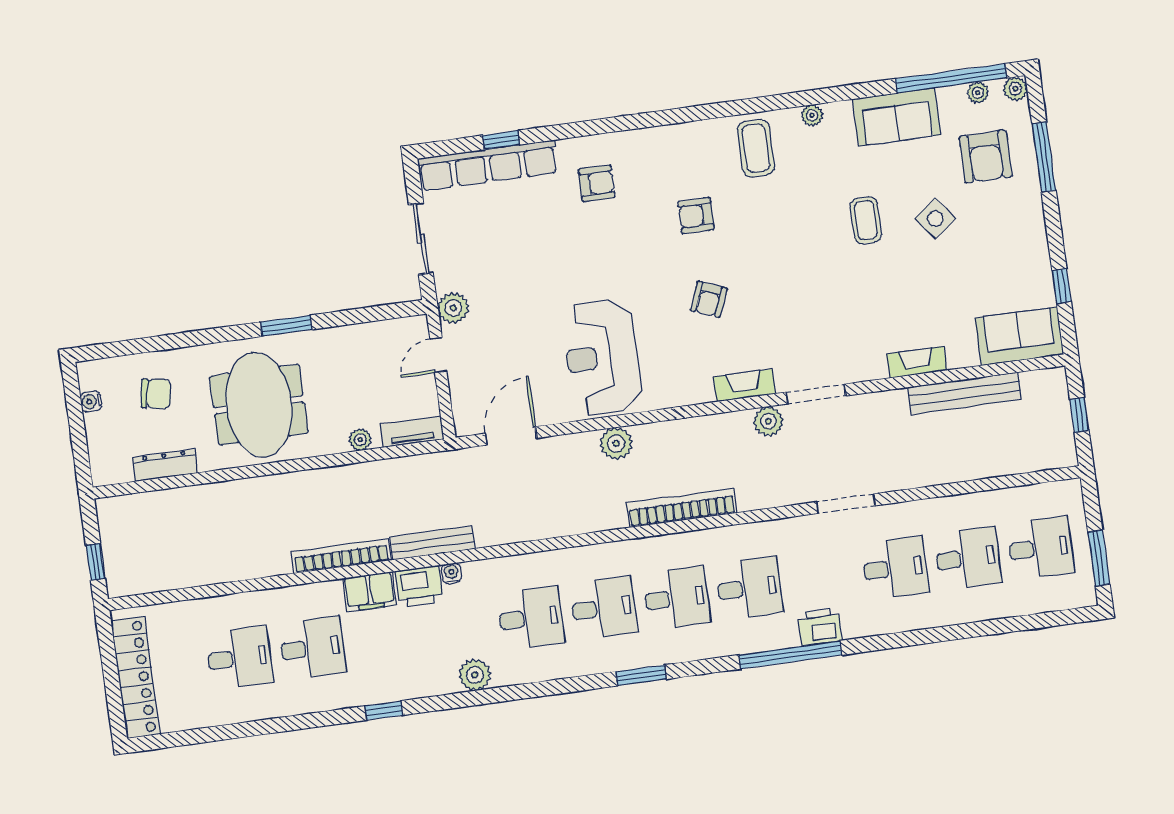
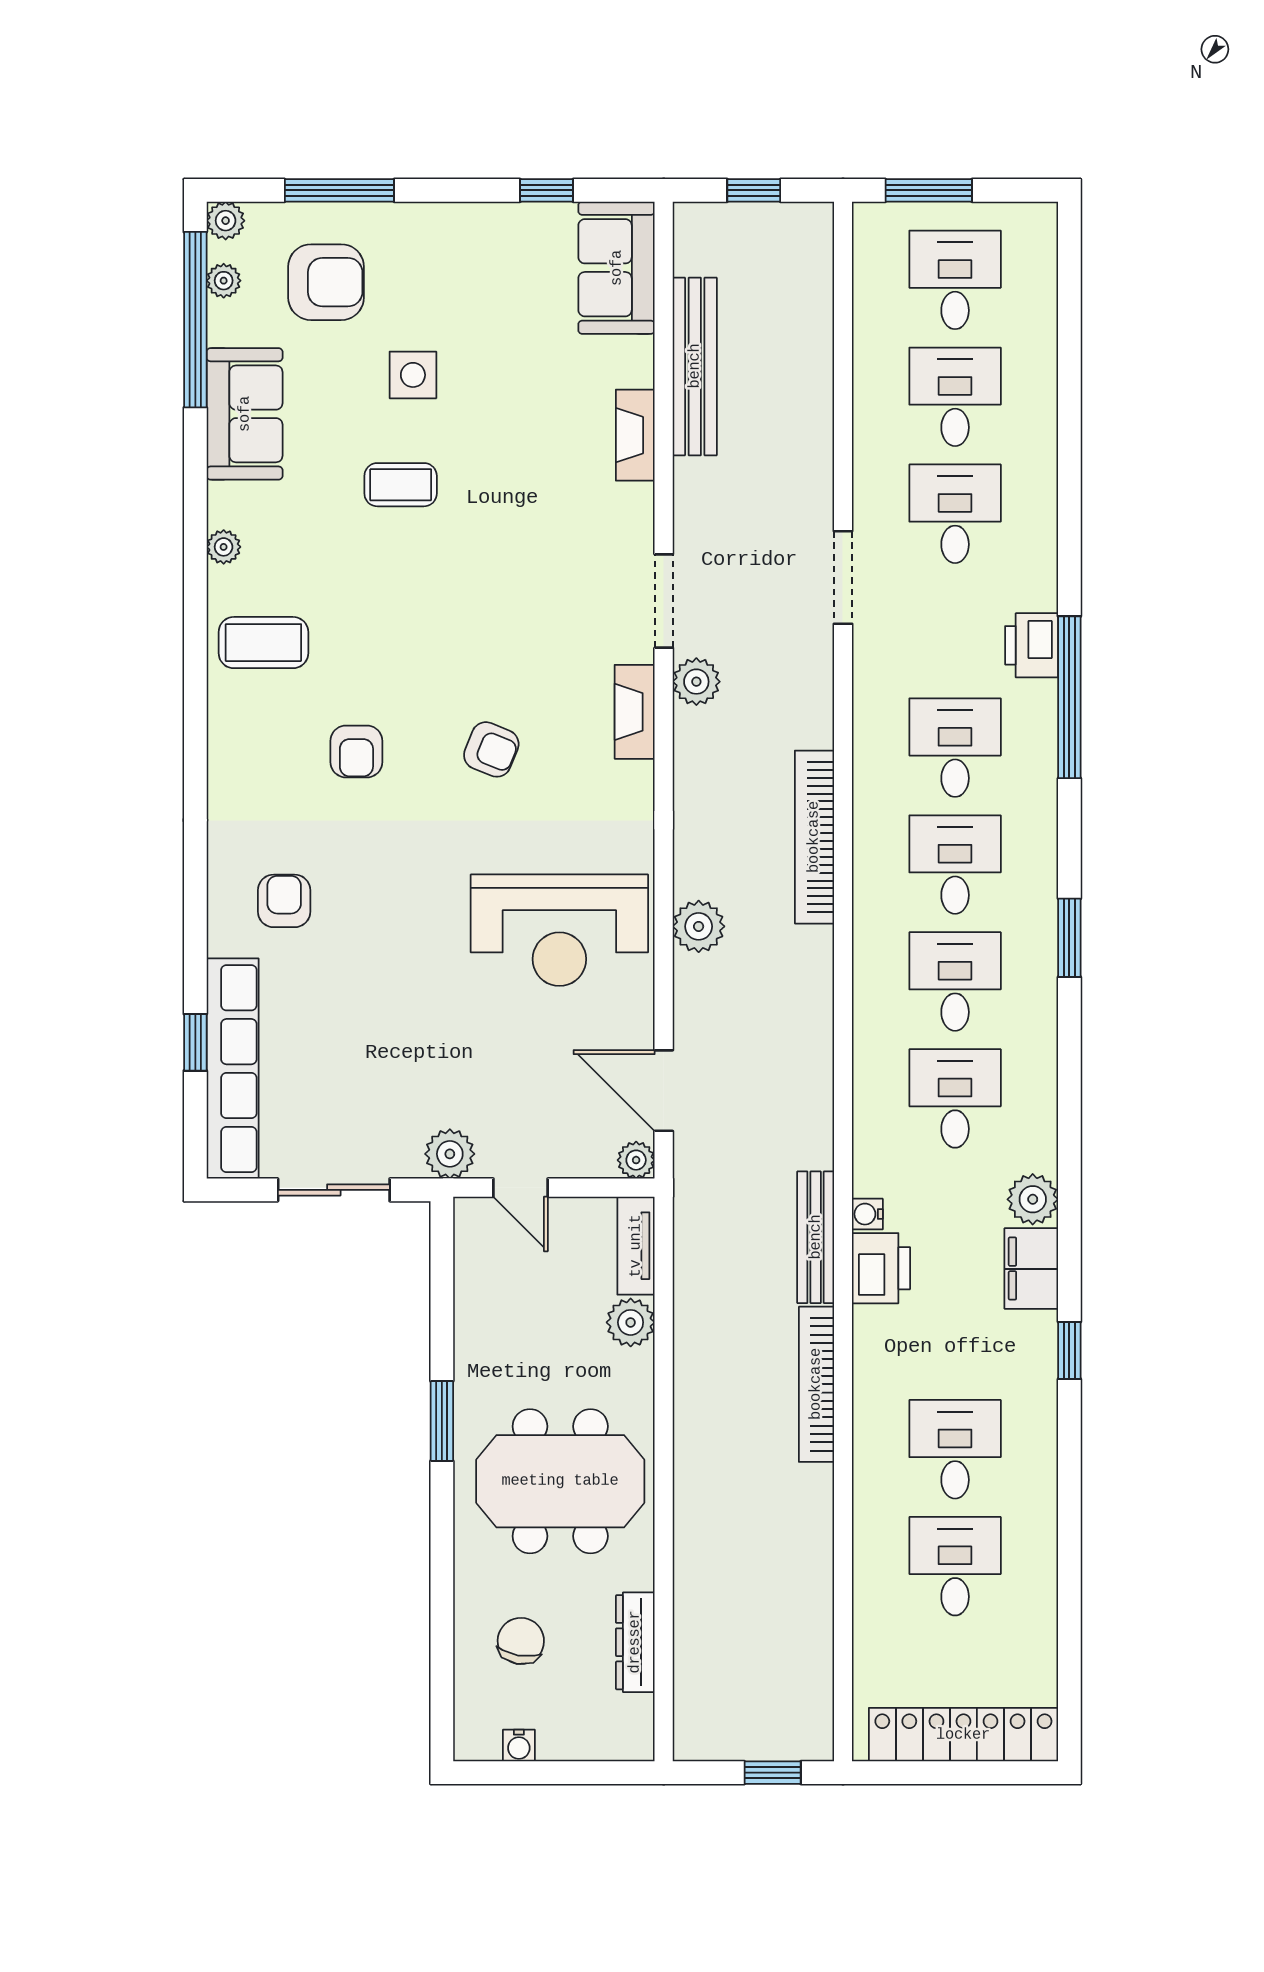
side table: (935, 219) -> (413, 375), turned 37
plant: (465, 425) -> (636, 1160), added
plant: (360, 440) -> (631, 1322), width x1.38, depth x1.38
window: (1099, 558) -> (929, 190), moved
filing cabinet: (370, 592) -> (1031, 1269), moved, turned 180

